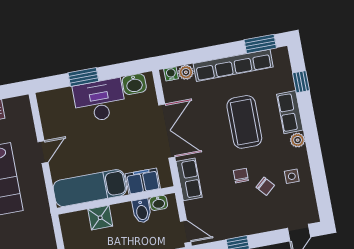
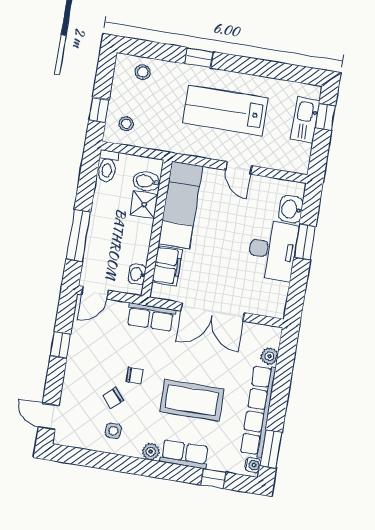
water cooler: (171, 74) -> (253, 465), moved
washbasin: (134, 84) -> (291, 209), moved
bidet: (142, 211) -> (147, 181), moved

